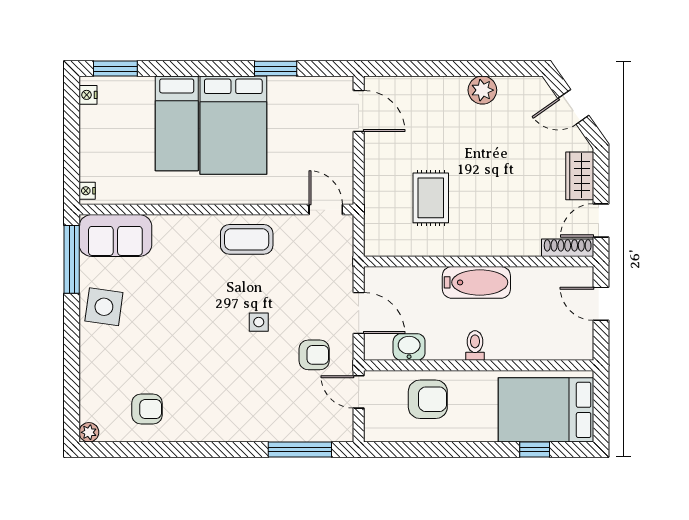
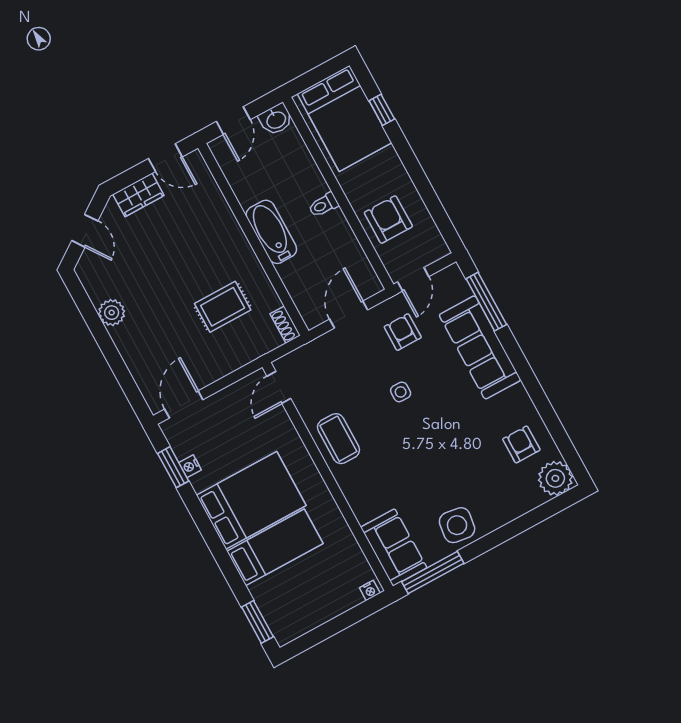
window: (276, 69) -> (173, 467), moved
nightstand: (88, 95) -> (190, 466), moved, turned 90
shoe rack: (568, 248) -> (285, 325), moved, width x0.70
washbasin: (409, 347) -> (276, 119), moved, turned -90
sofa: (260, 420) -> (480, 347), added
plant: (89, 432) -> (555, 478), width x1.88, depth x1.88

